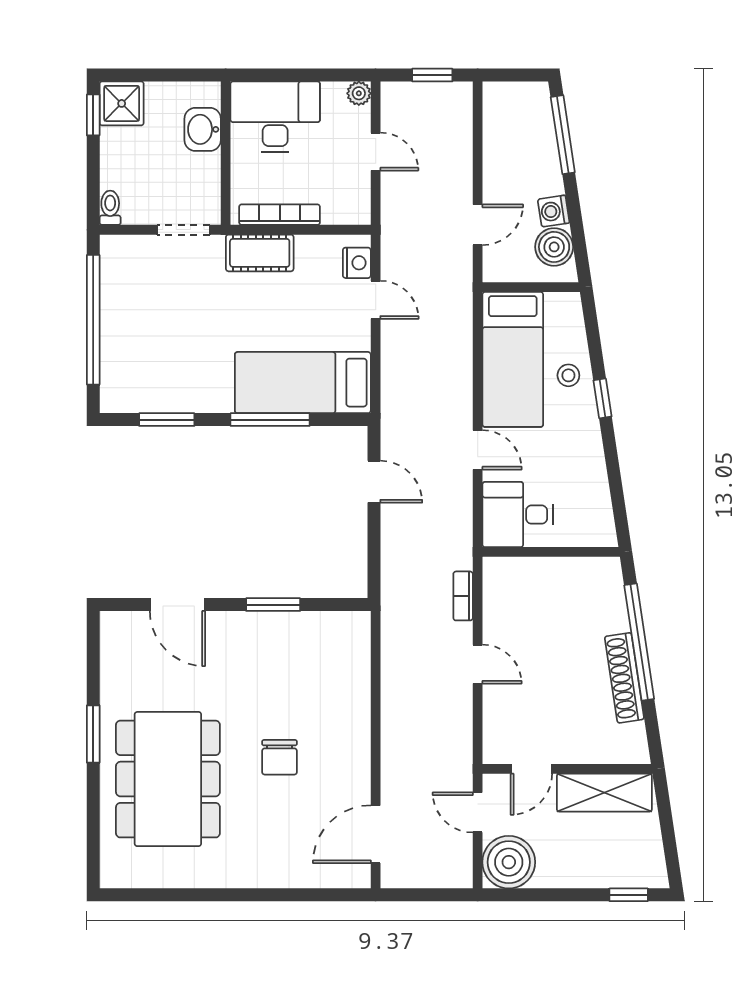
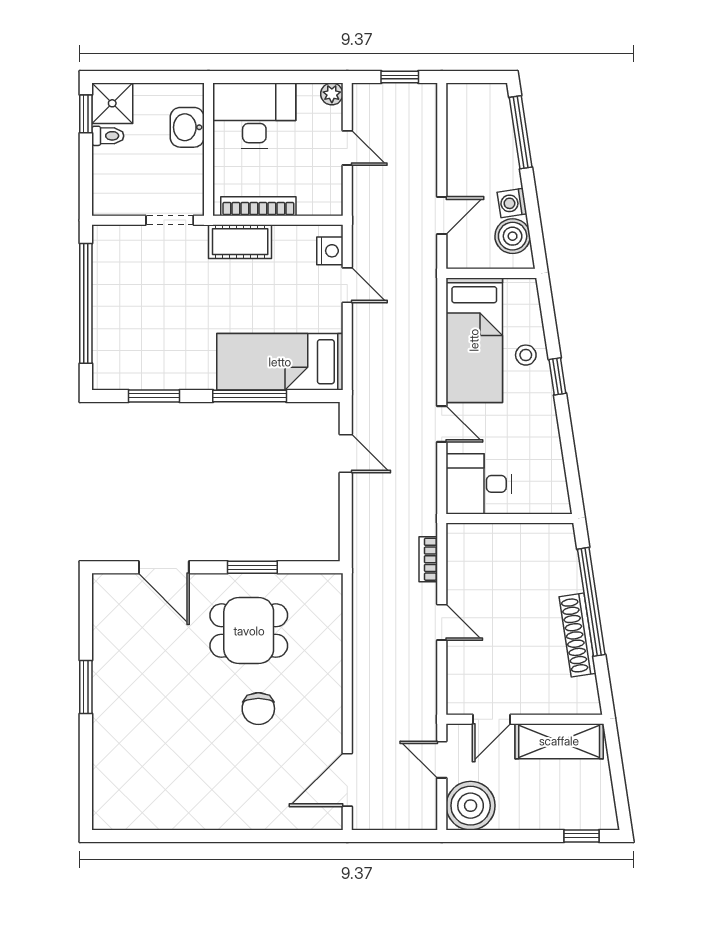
toilet: (110, 208) -> (108, 136), moved, turned 90
dining table: (168, 779) -> (249, 631), moved, width x0.53, depth x0.80

